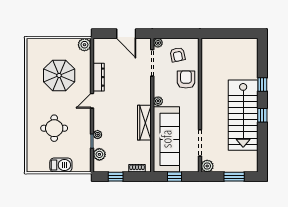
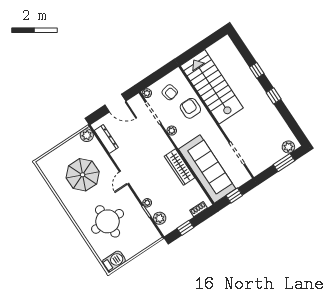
dresser: (99, 77) -> (106, 139), moved
plant: (158, 101) -> (172, 131), moved
stairs: (243, 115) -> (212, 87), moved, turned 180
round table: (54, 128) -> (108, 221), width x1.36, depth x1.36
barbecue: (61, 165) -> (114, 261), moved
plant: (207, 166) -> (288, 147), moved

